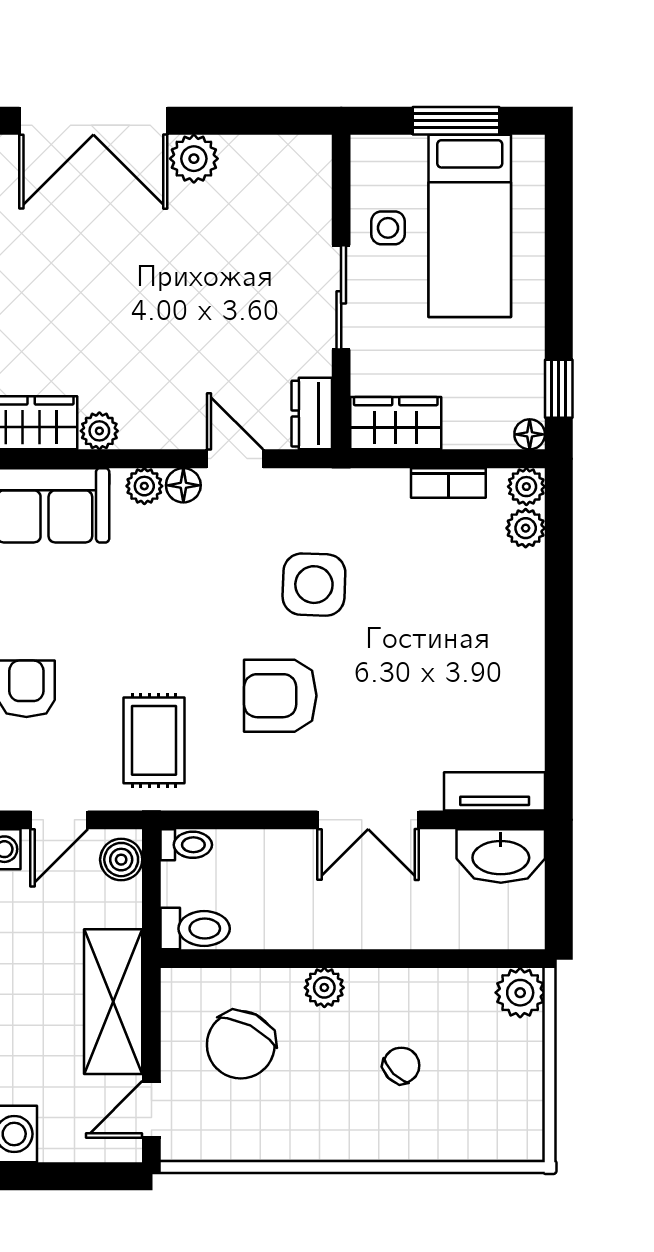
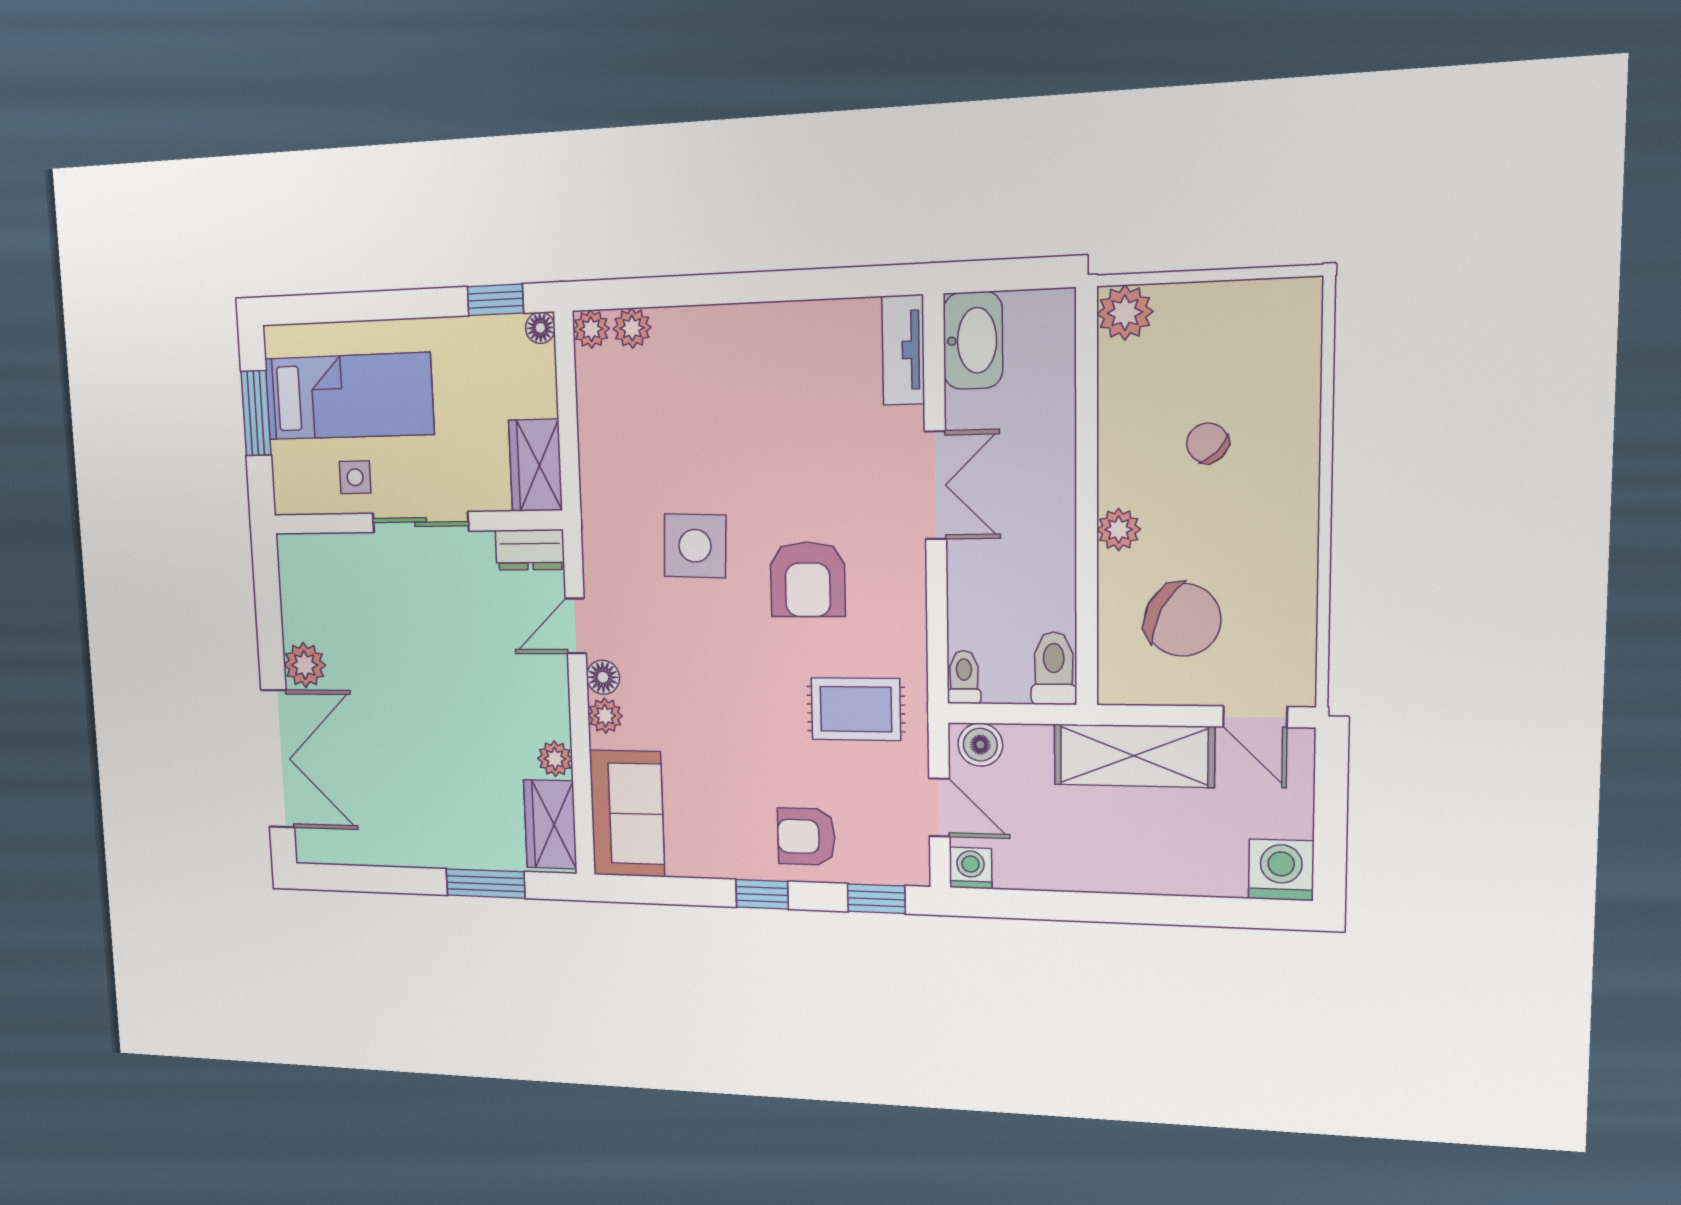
bookcase: (448, 483) -> (591, 410), removed

